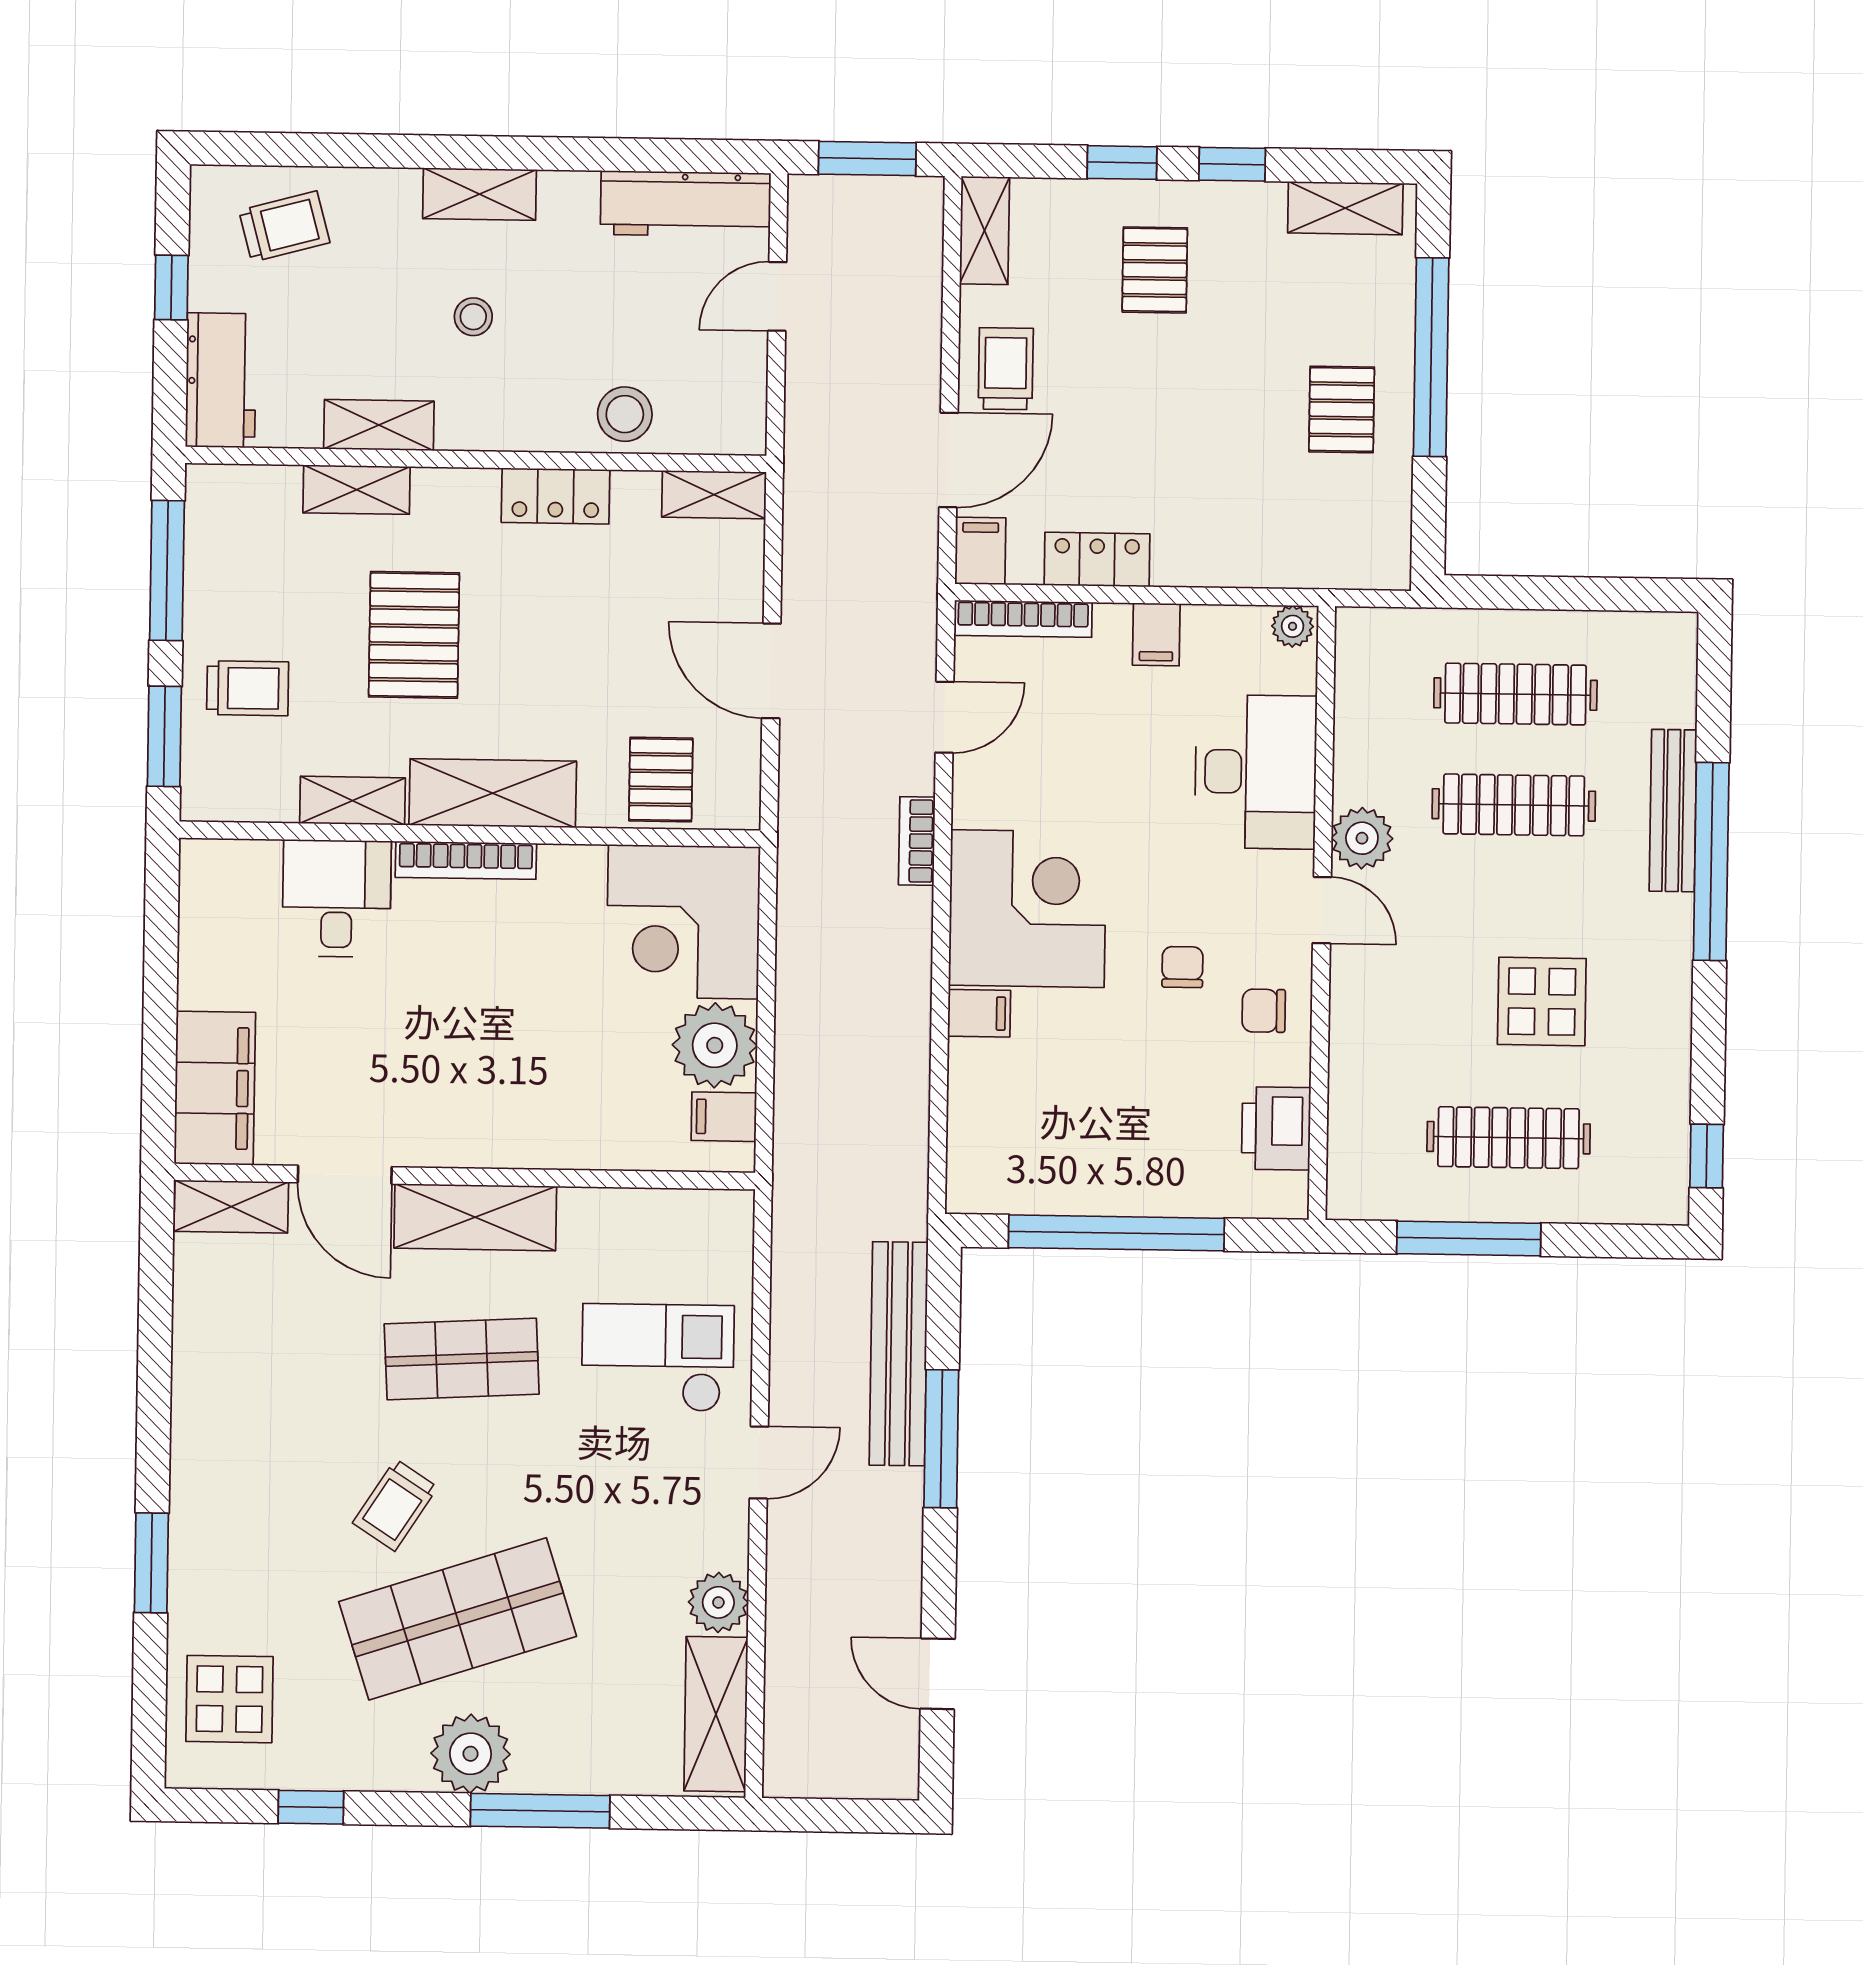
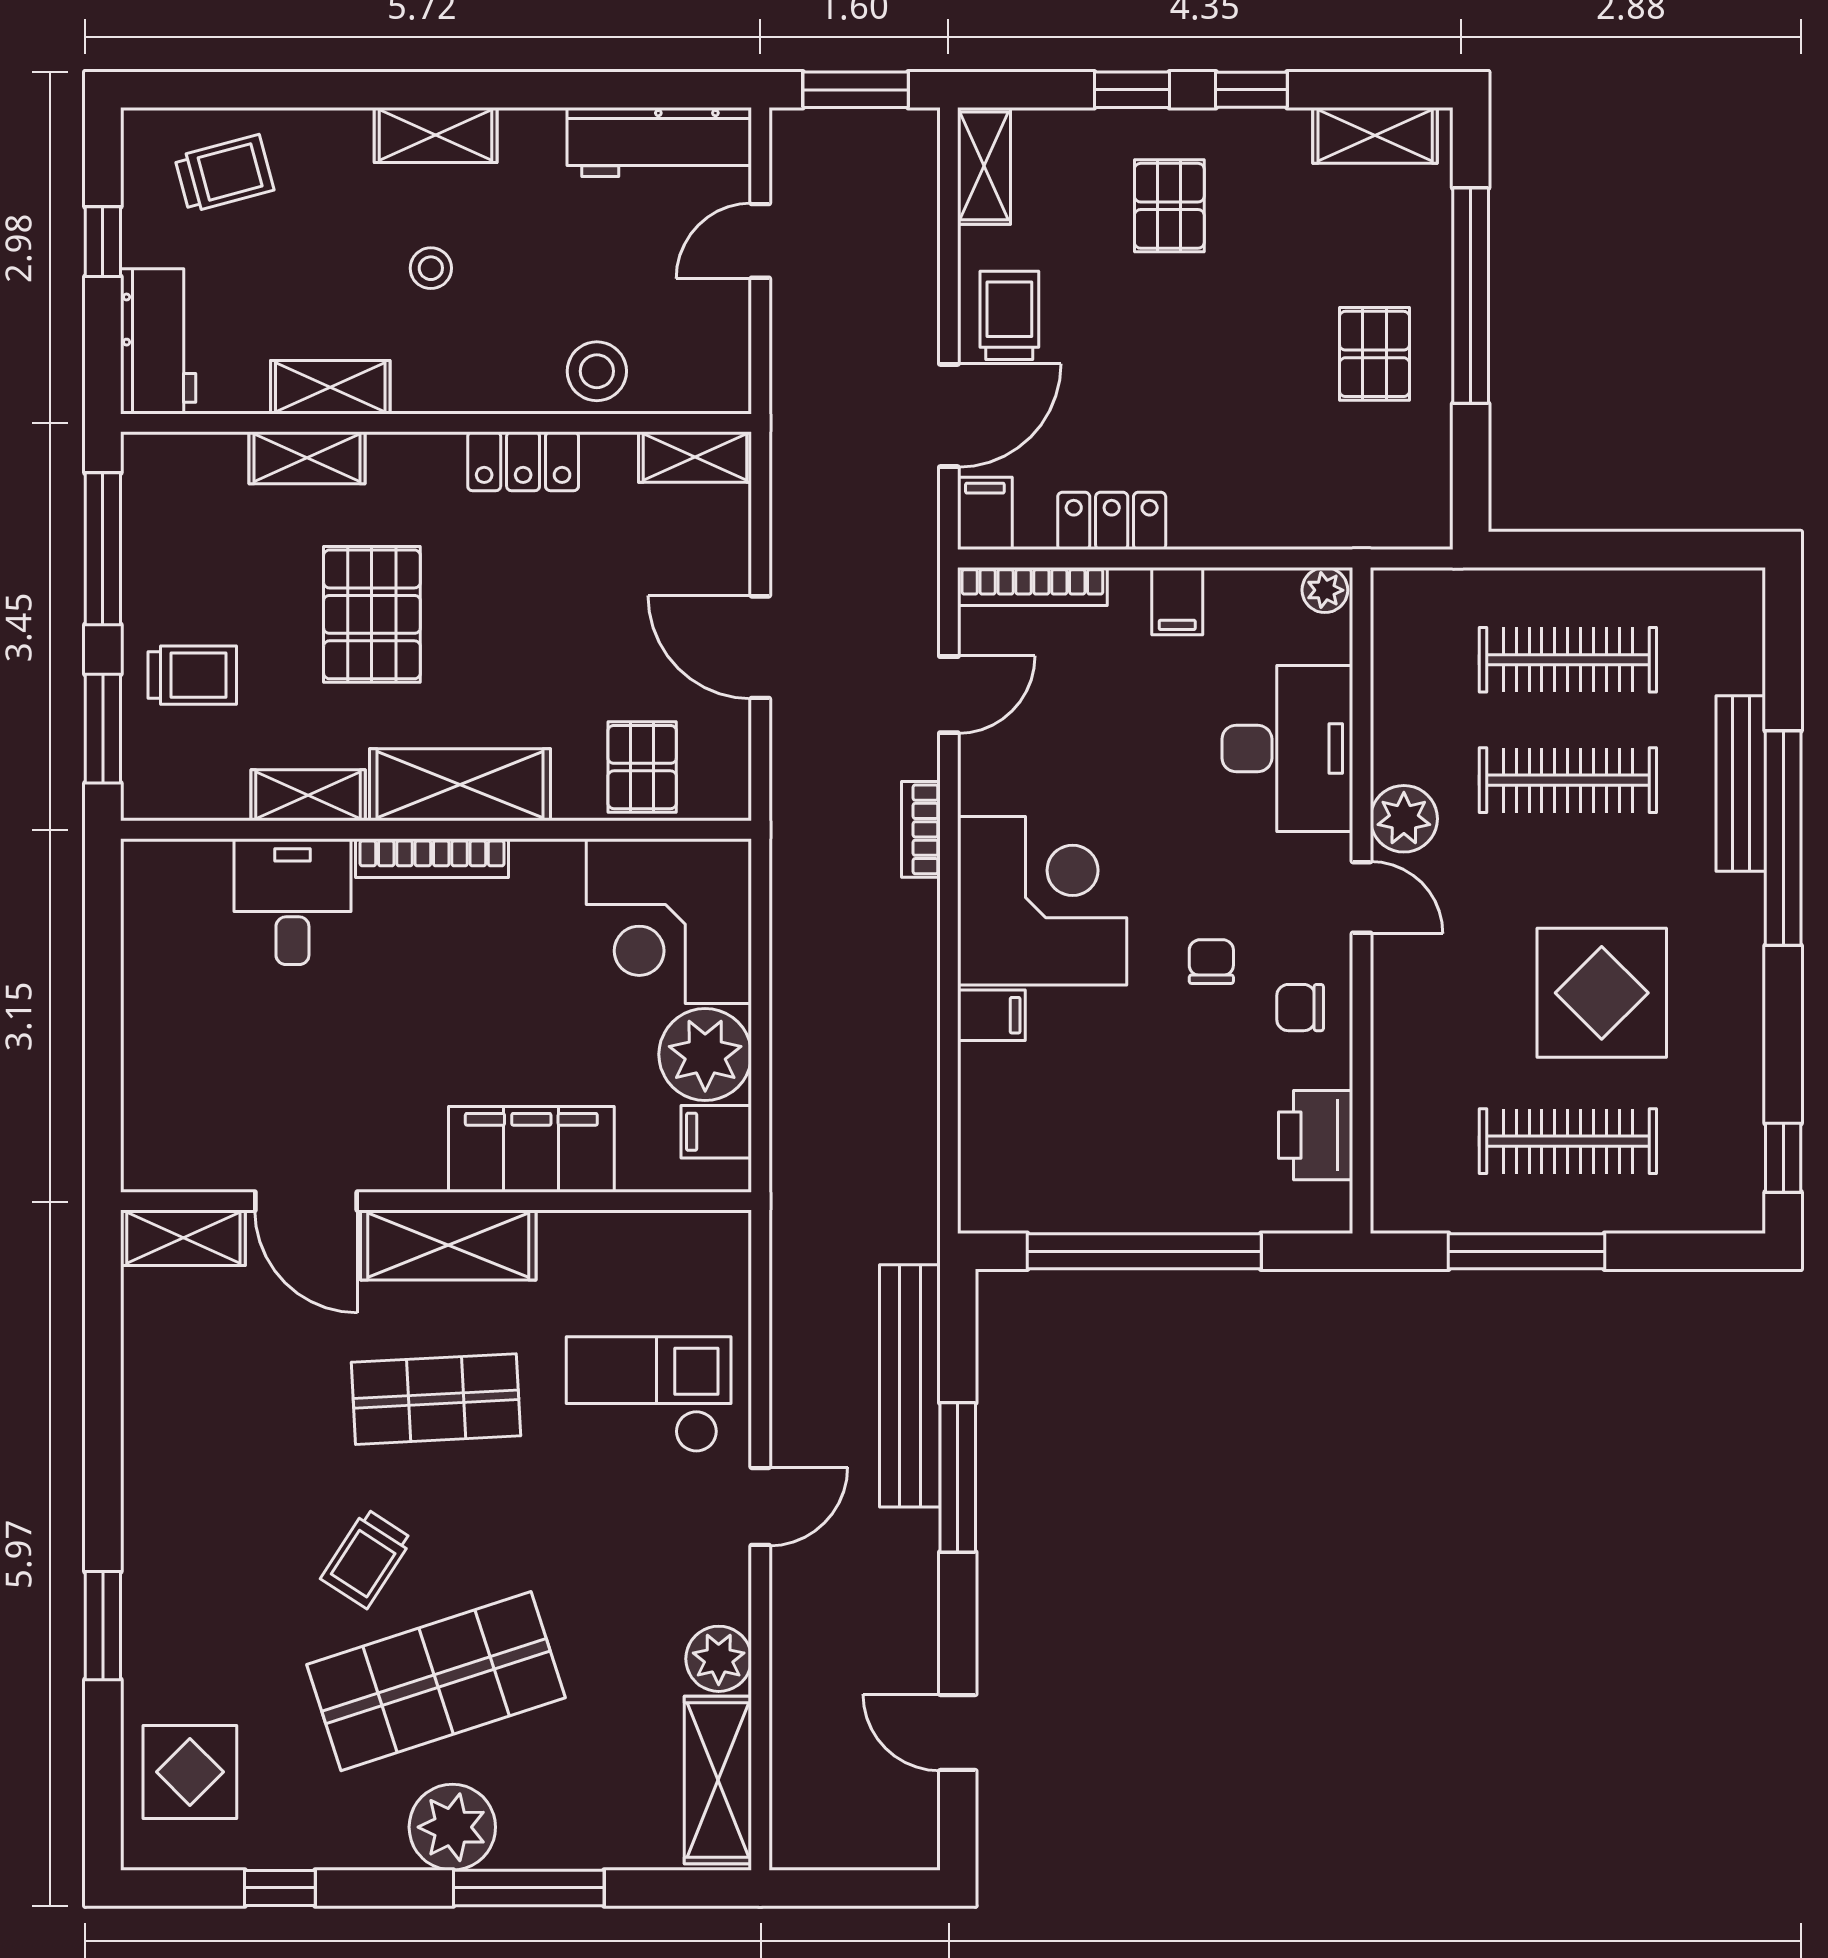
display table: (1542, 1001) -> (1602, 993), width x1.36, depth x1.36
filing cabinet: (215, 1088) -> (531, 1149), moved, turned -90

